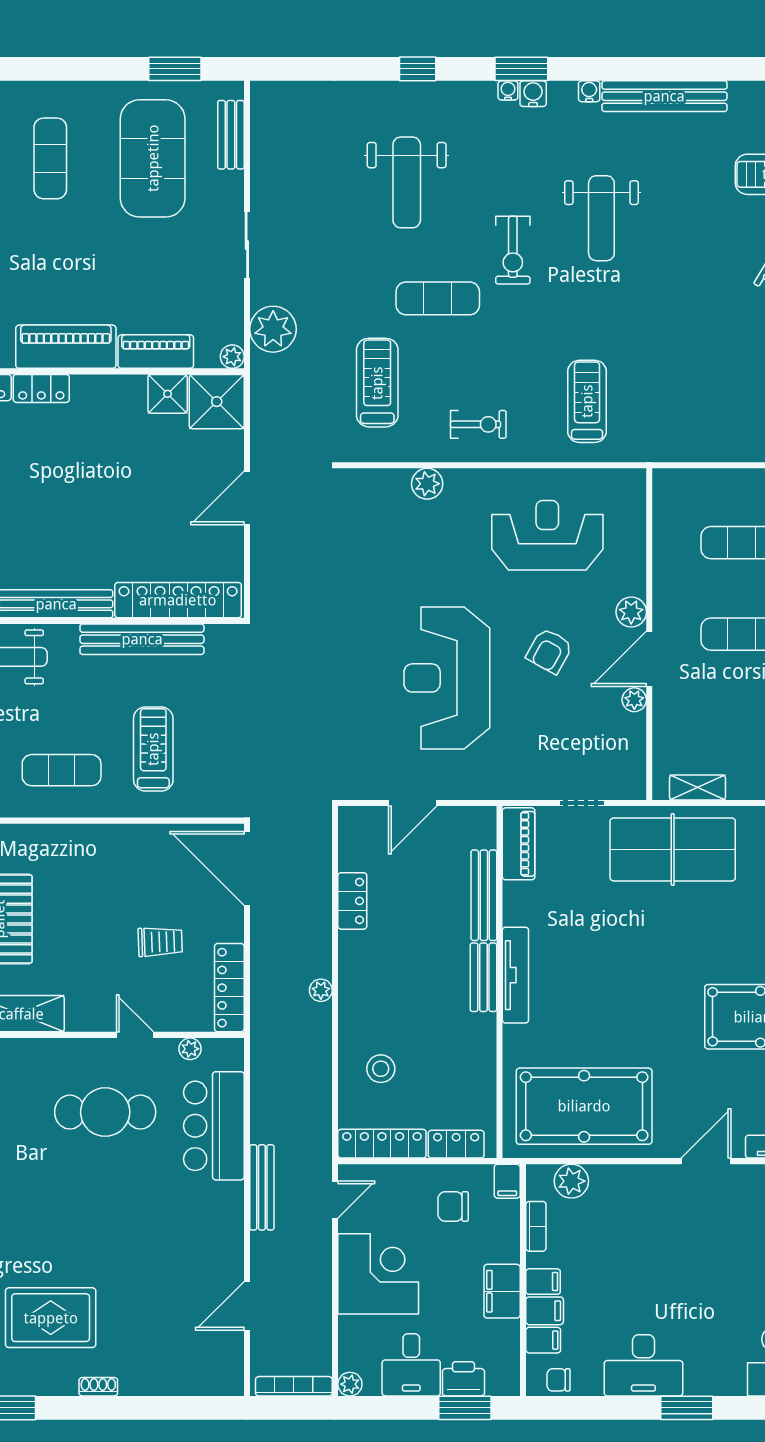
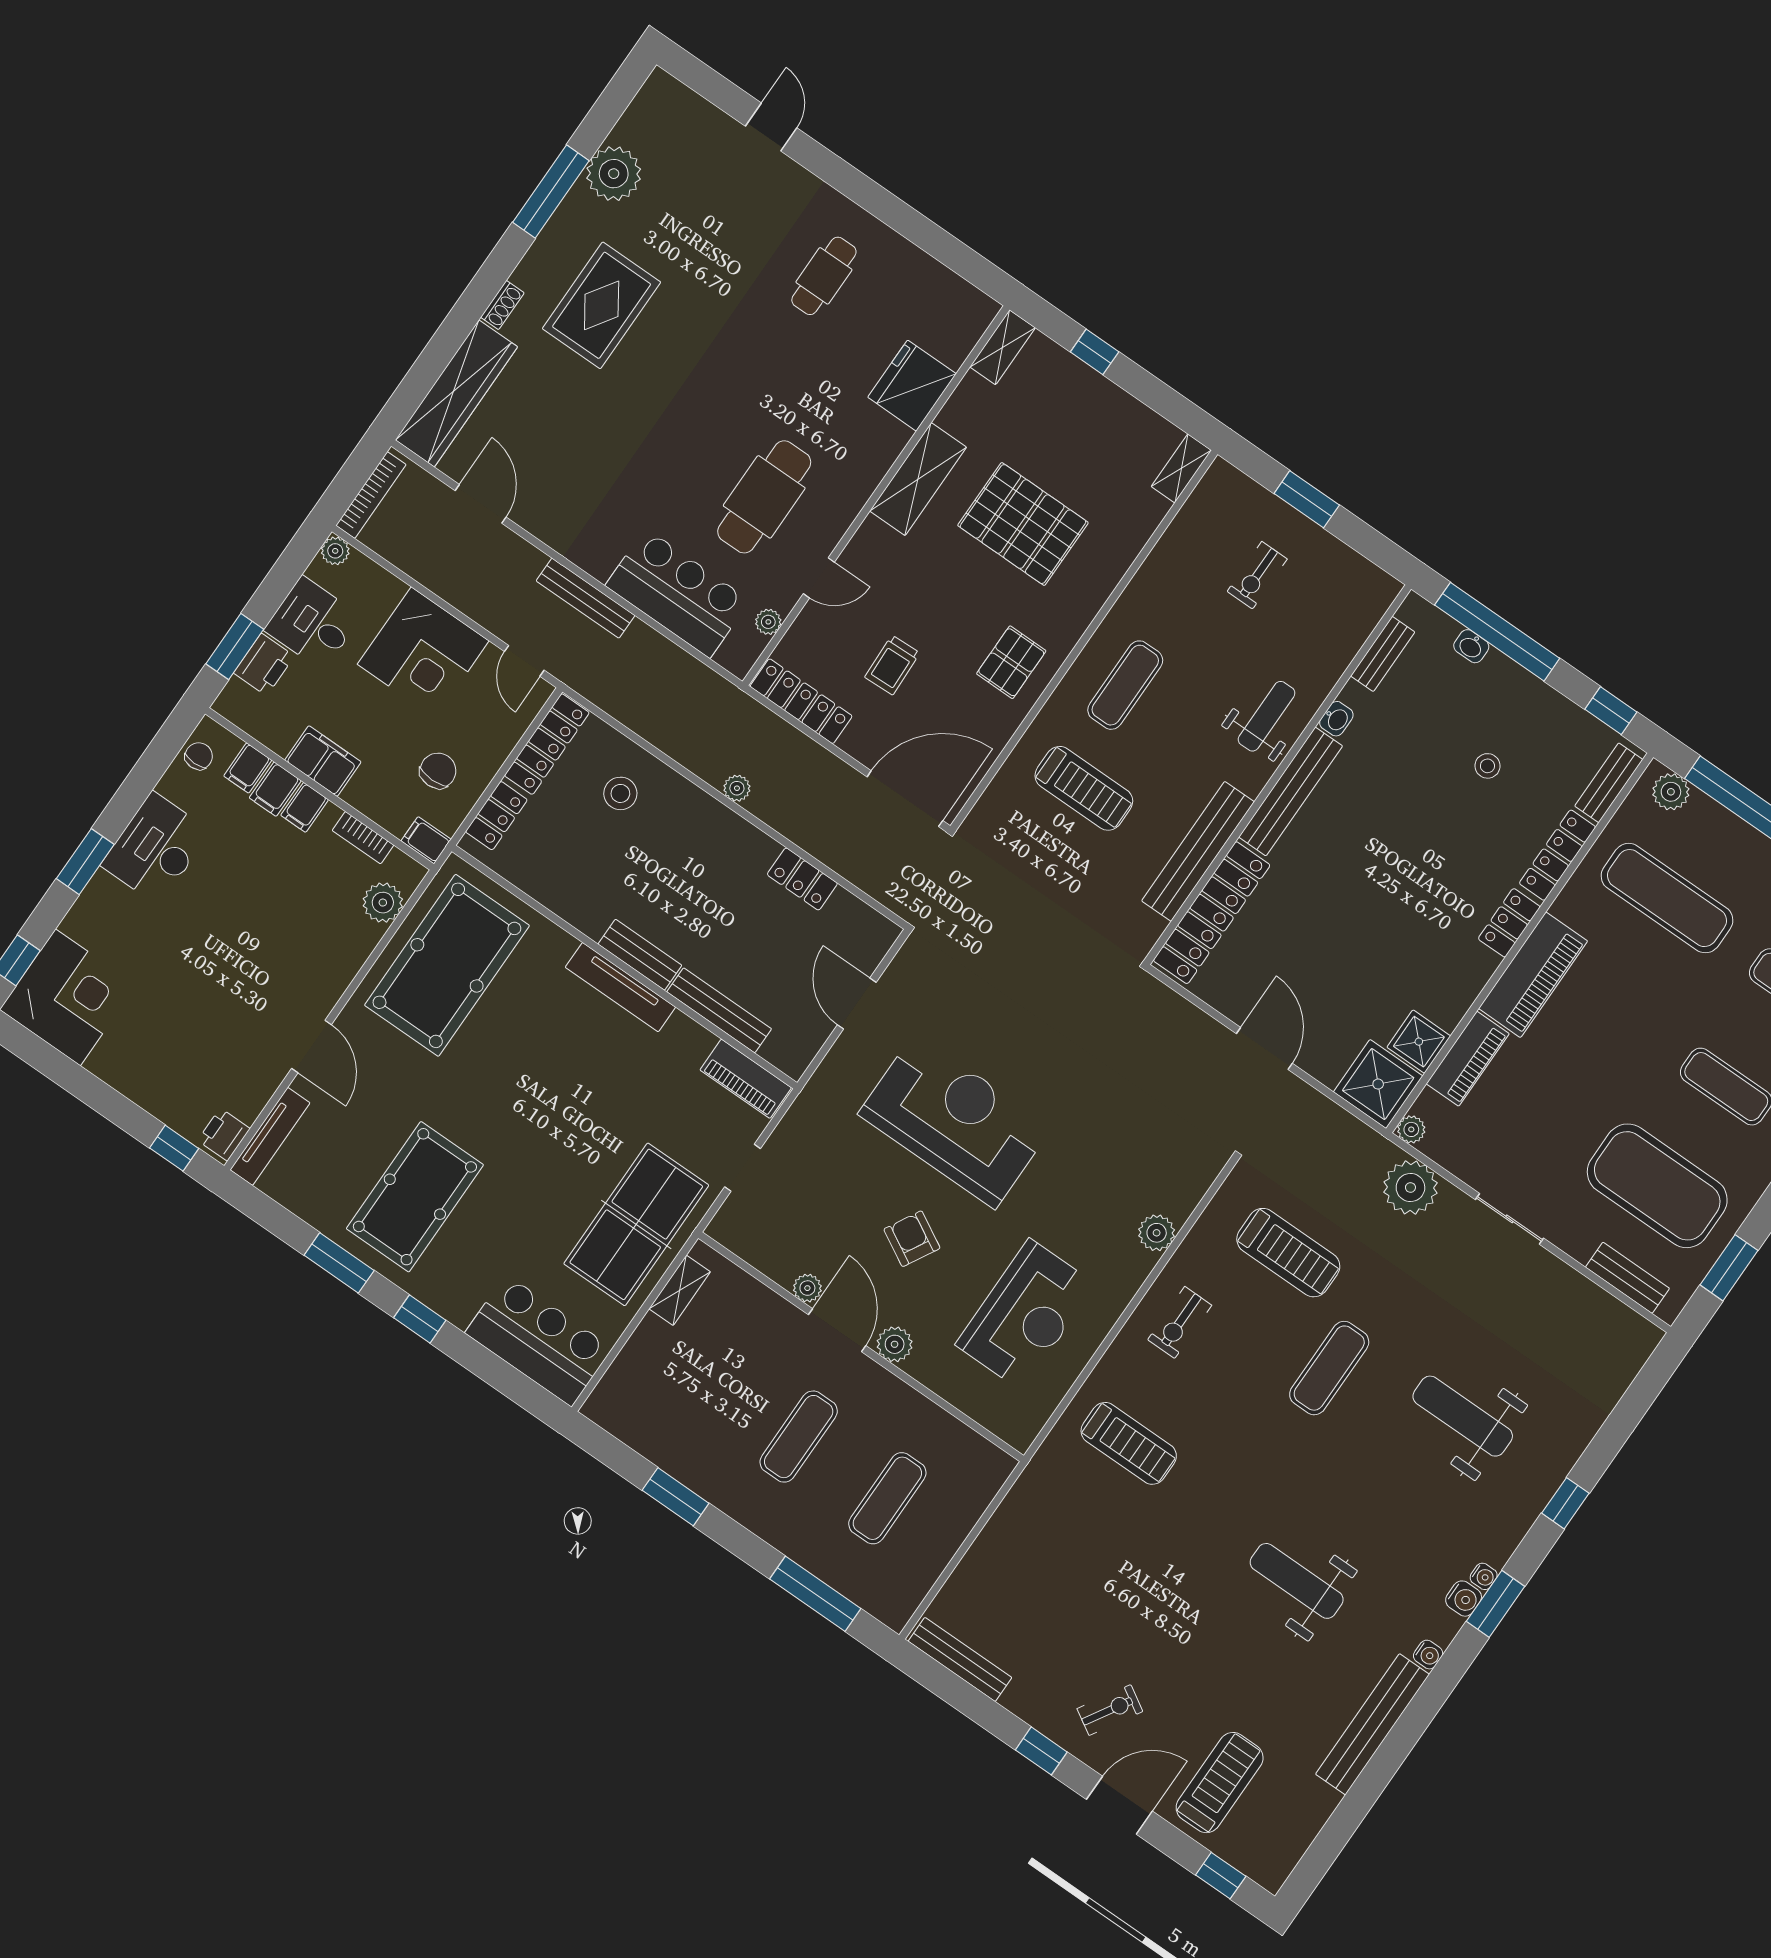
exercise bike: (513, 250) -> (1325, 1473), removed
pallet: (101, 860) -> (1011, 662), added
wardrobe: (182, 1376) -> (456, 393), added

